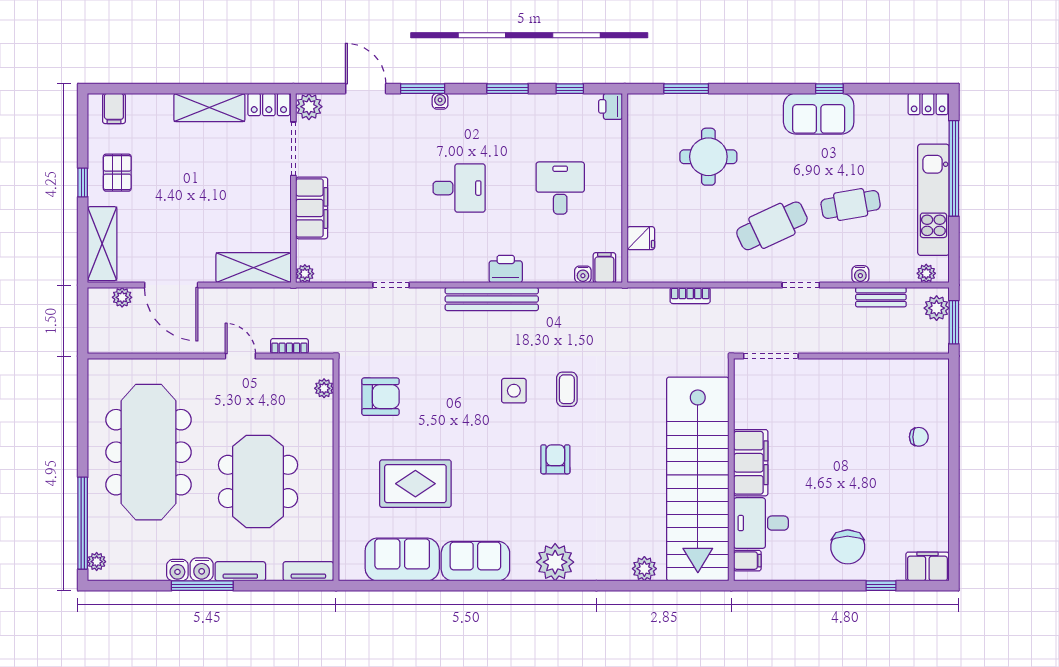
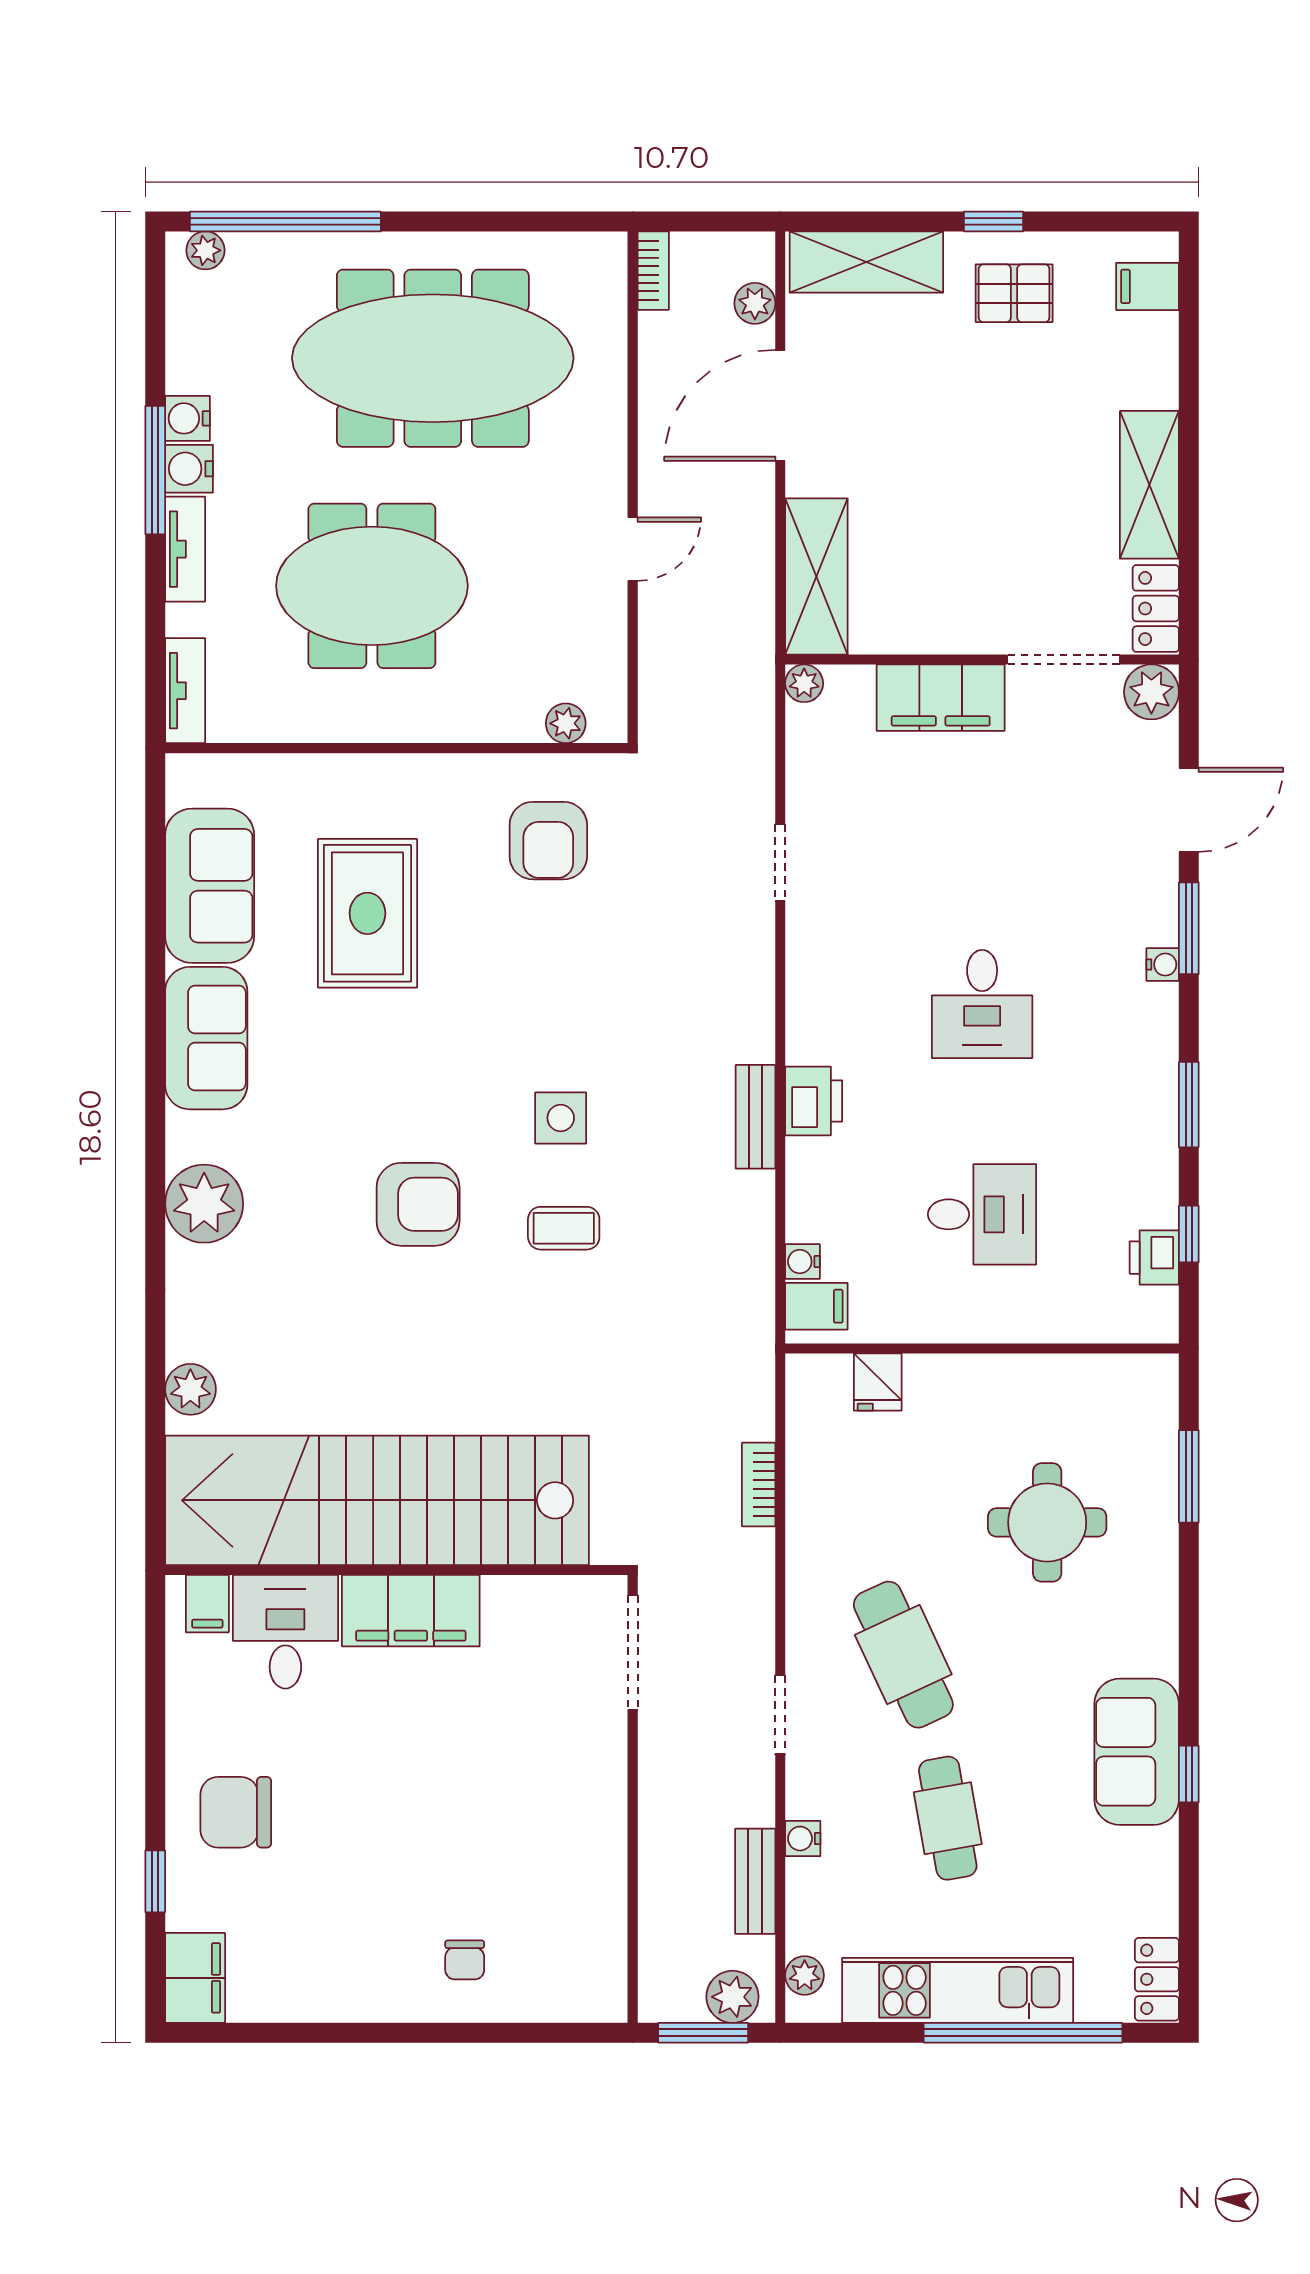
printer: (611, 106) -> (1154, 1258), moved, turned -90
bench: (492, 299) -> (756, 1117), width x0.54, depth x0.82
bookcase: (289, 346) -> (653, 271), moved
armchair: (555, 459) -> (418, 1204), width x1.38, depth x1.38

